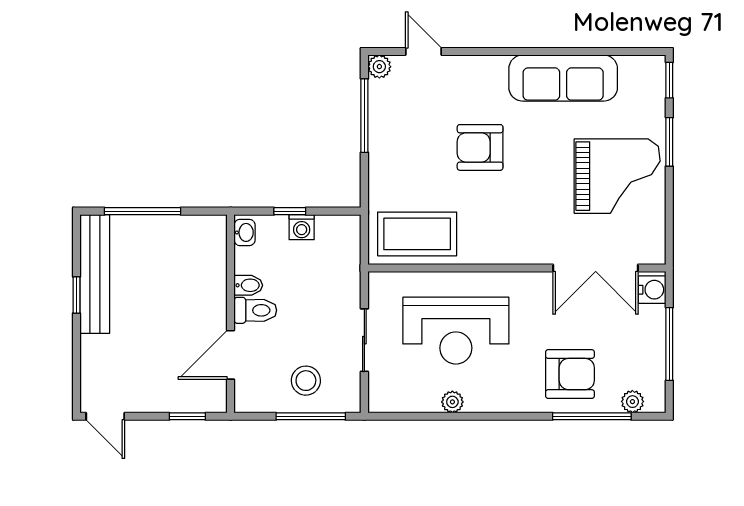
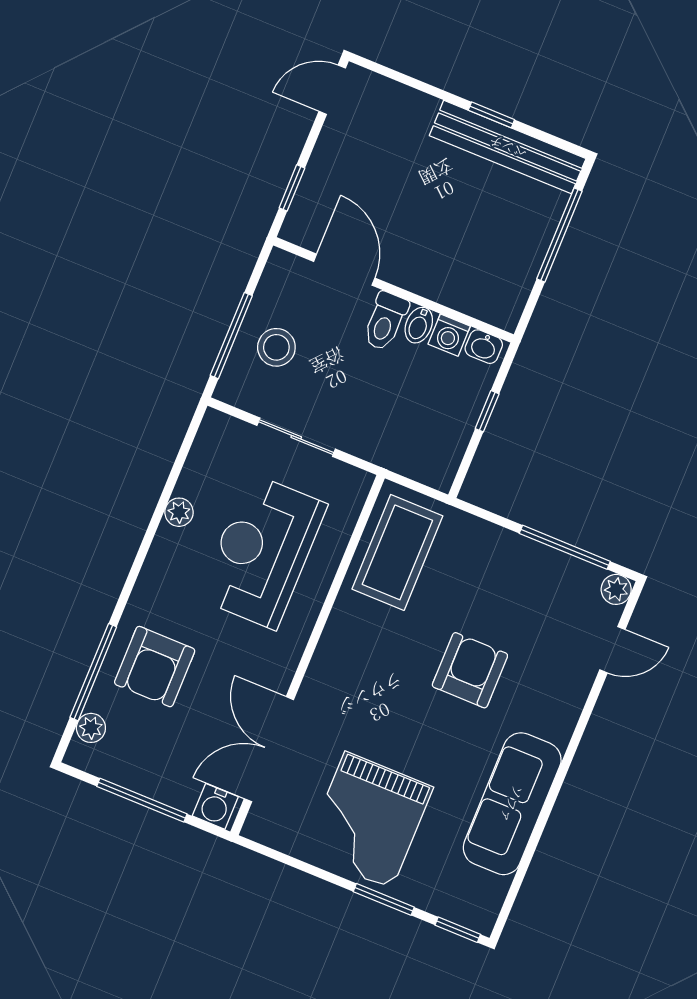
washing machine: (302, 227) -> (449, 335), moved, turned -90

